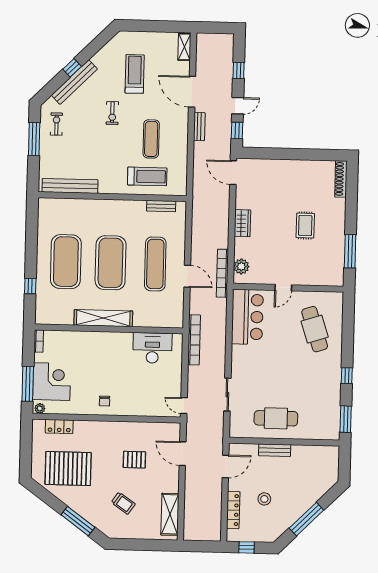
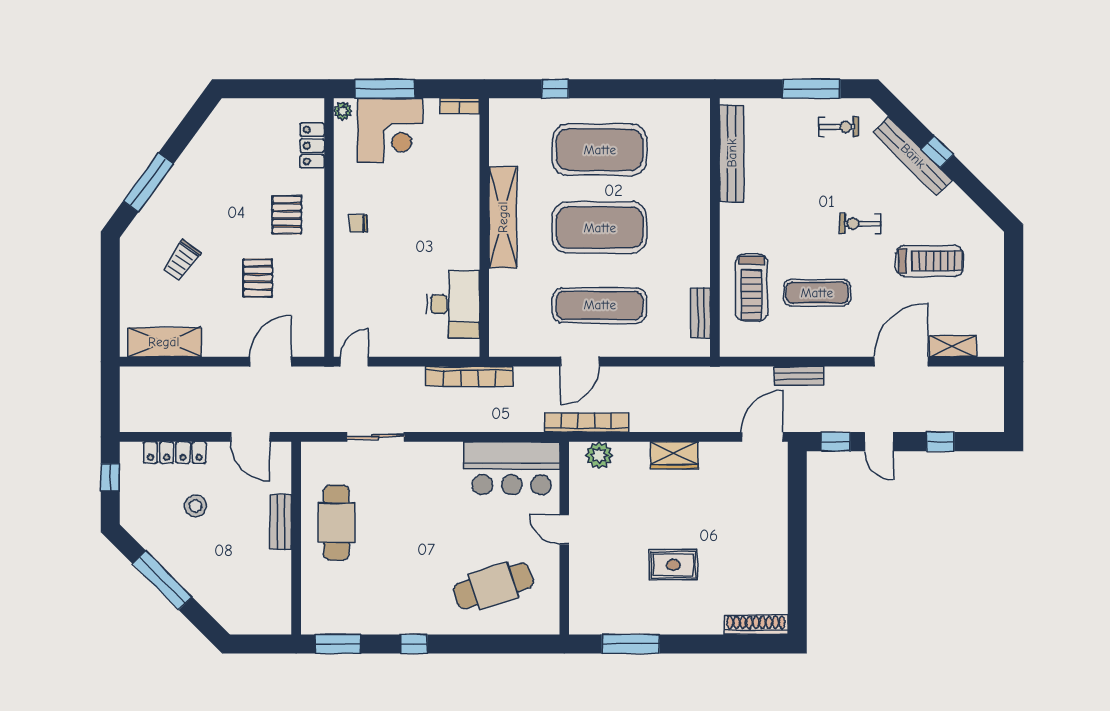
shelving: (184, 47) -> (953, 346), moved
bench: (199, 127) -> (799, 376), moved
pallet: (68, 468) -> (287, 215), moved, width x0.49, depth x0.50

